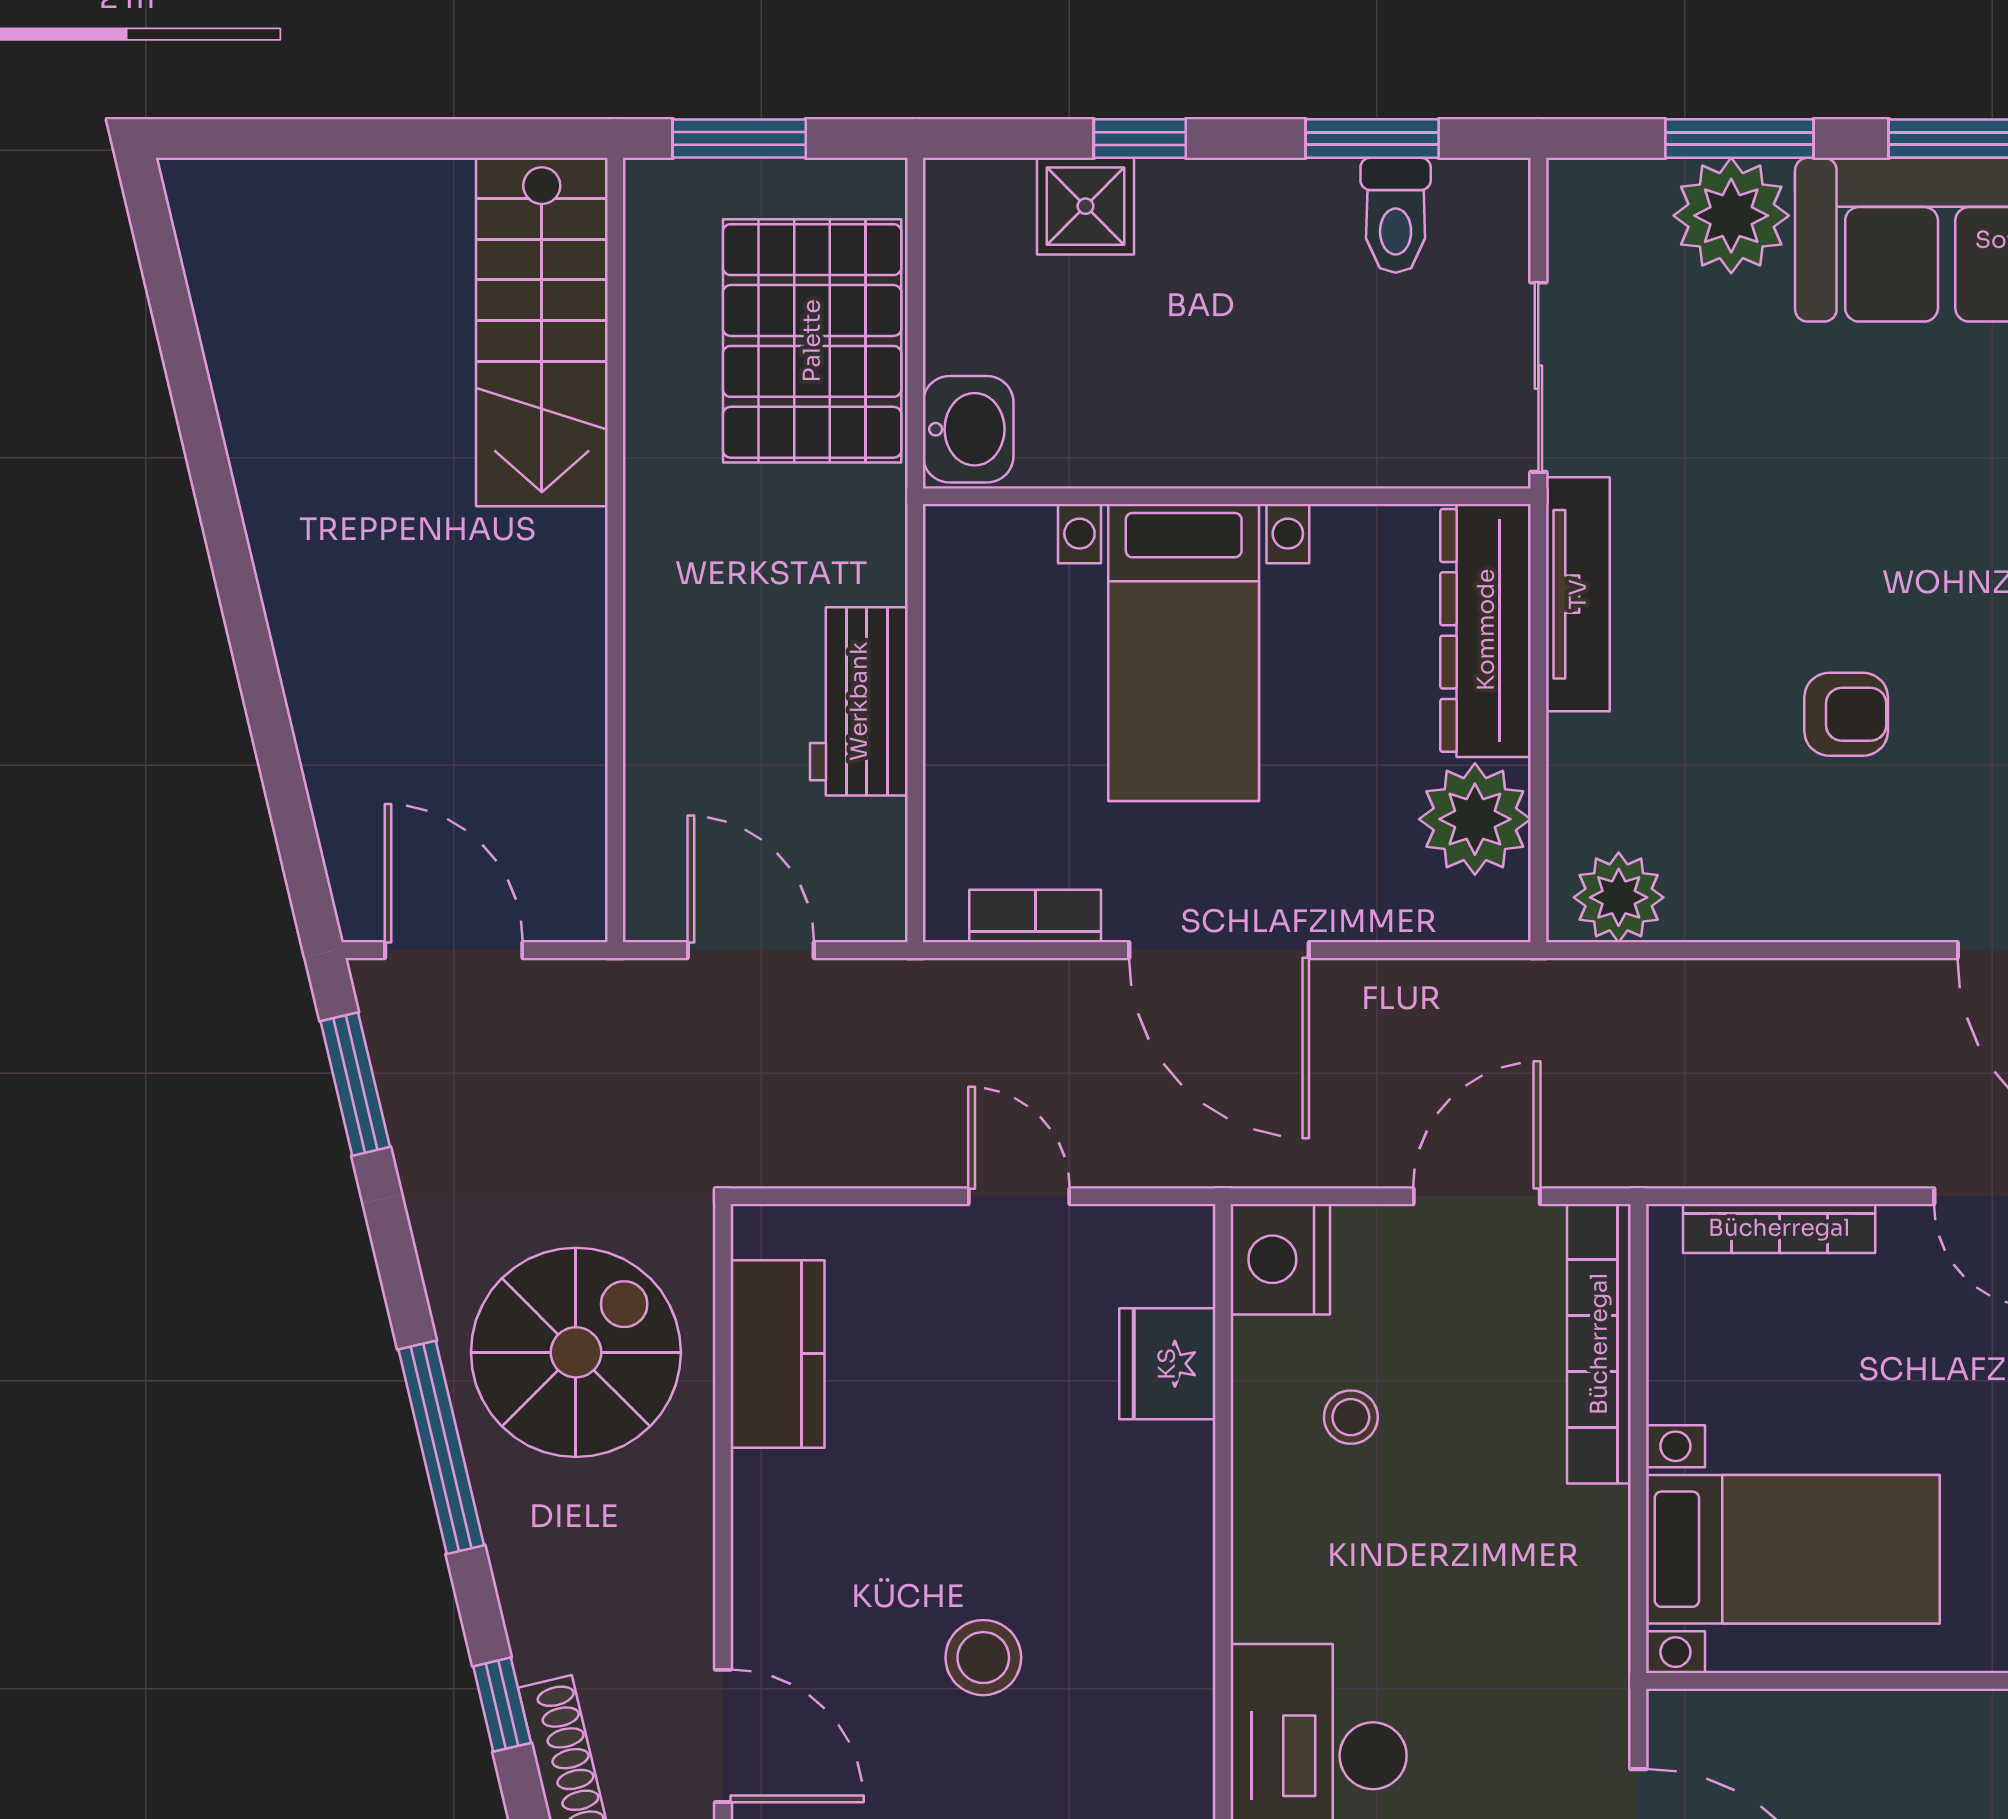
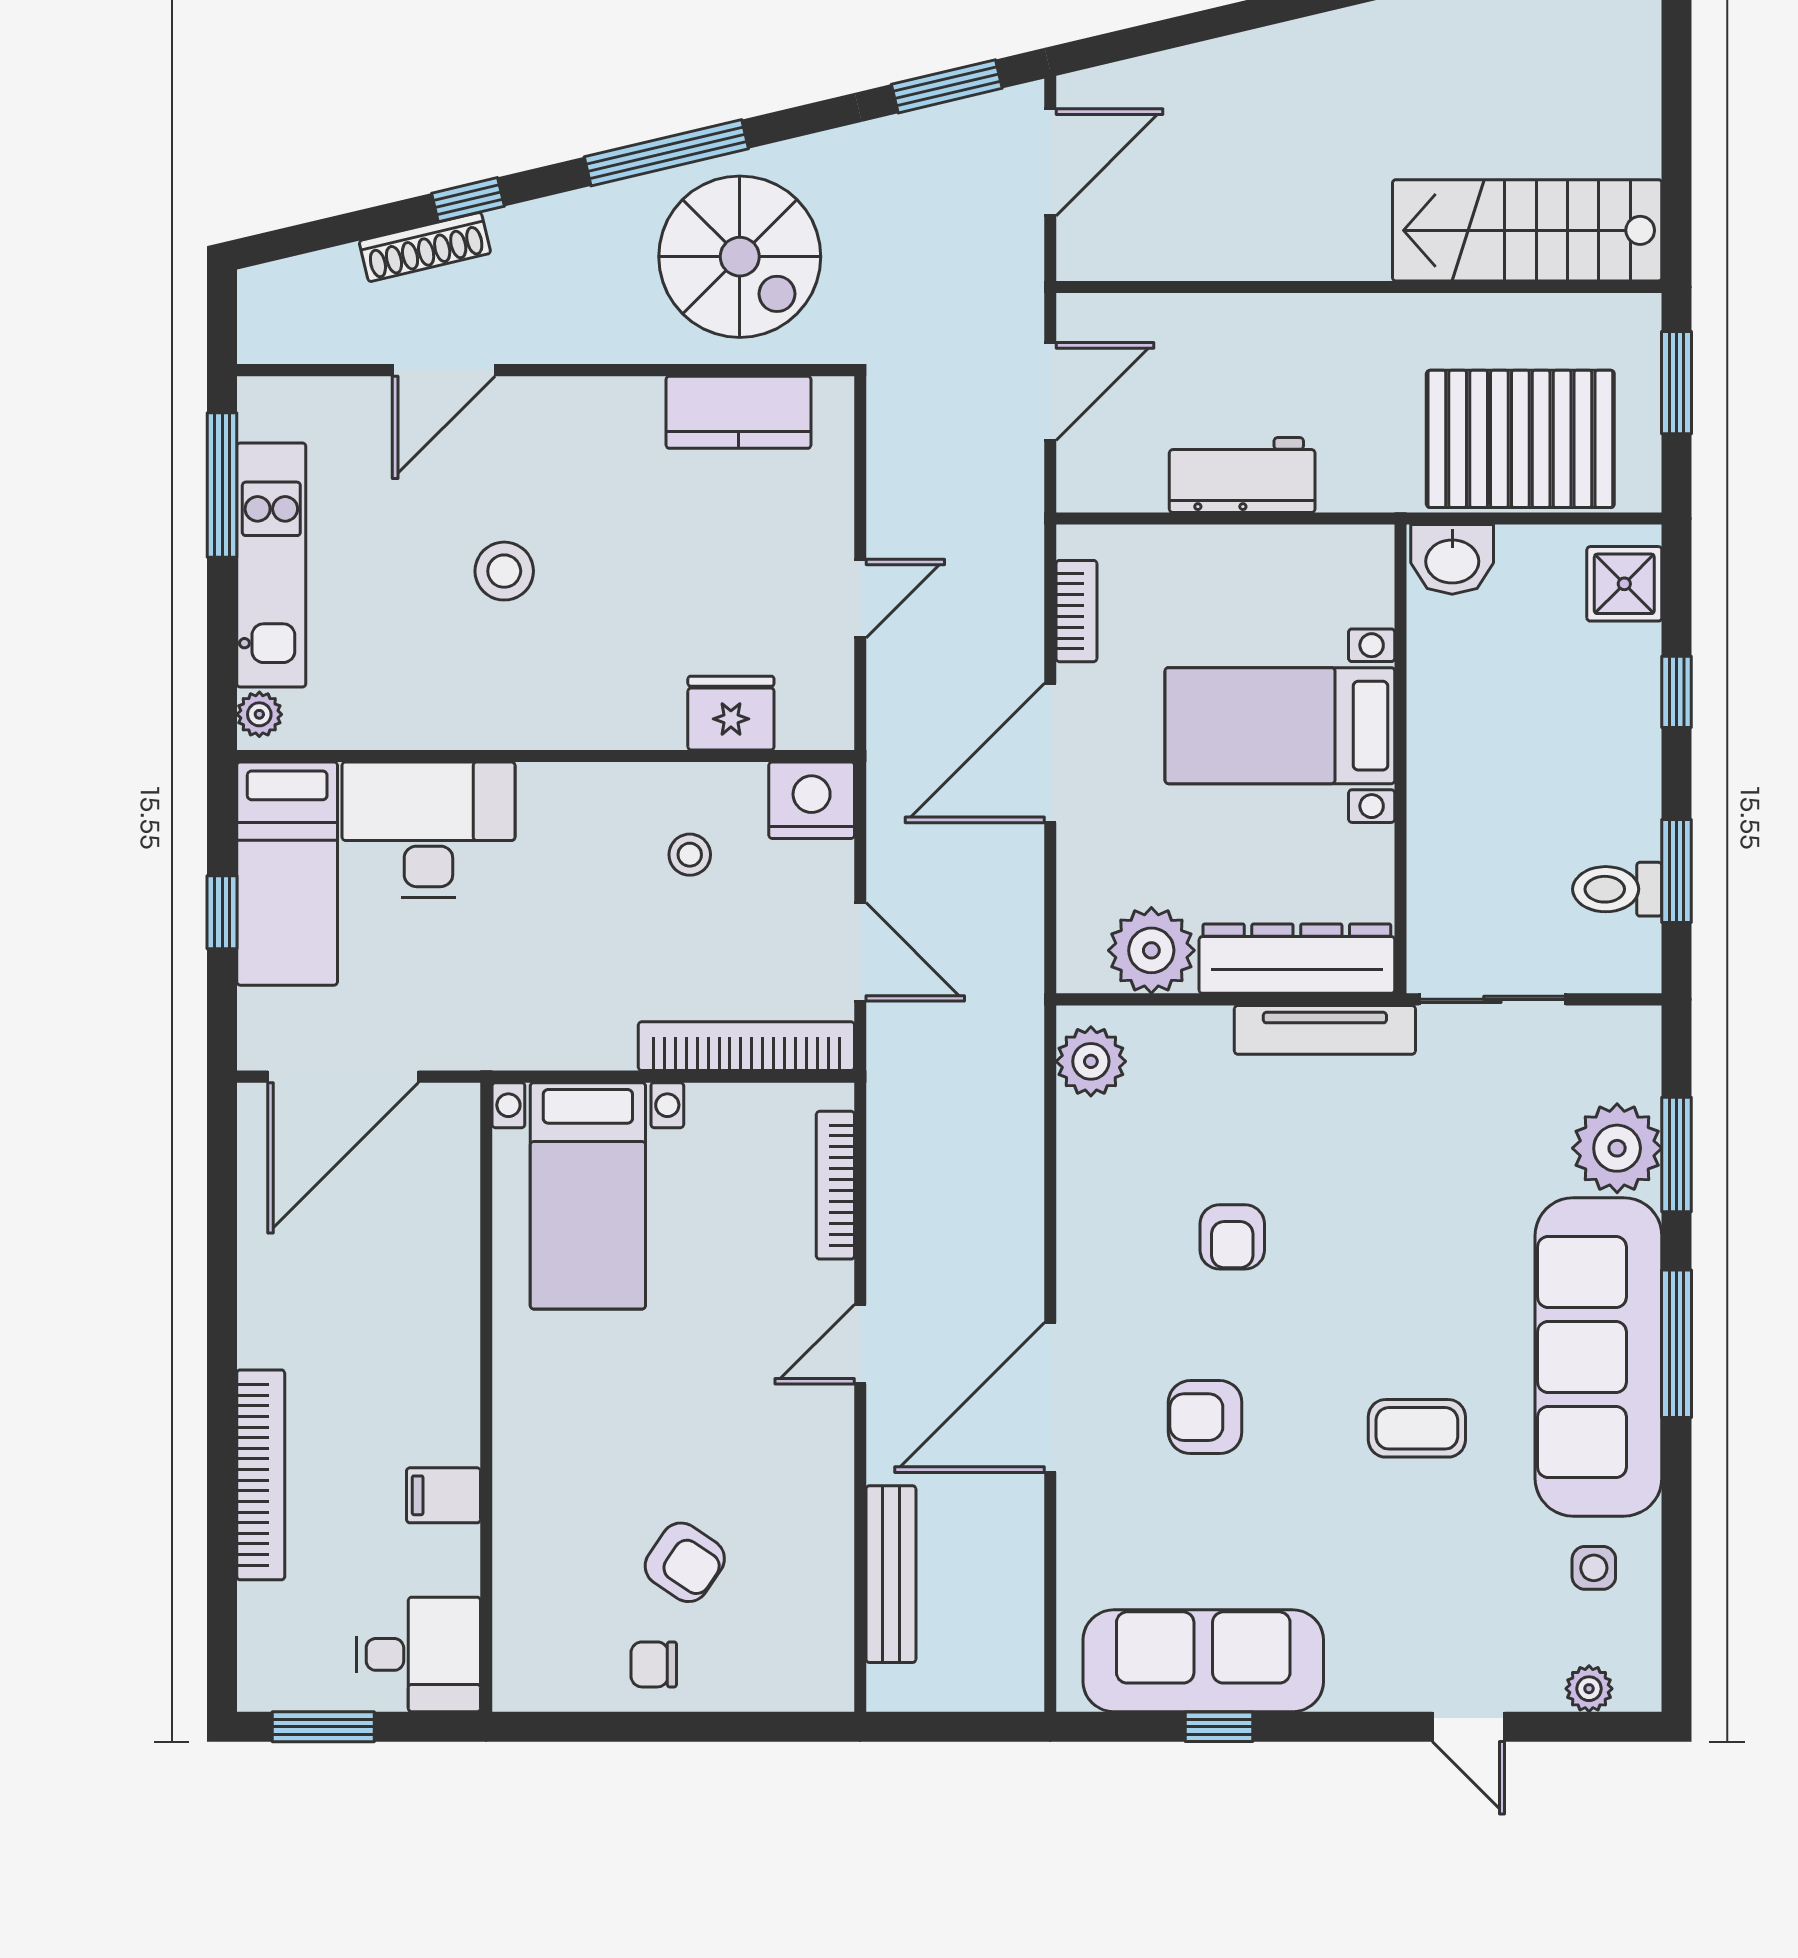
shower: (1085, 206) -> (1624, 584), moved

